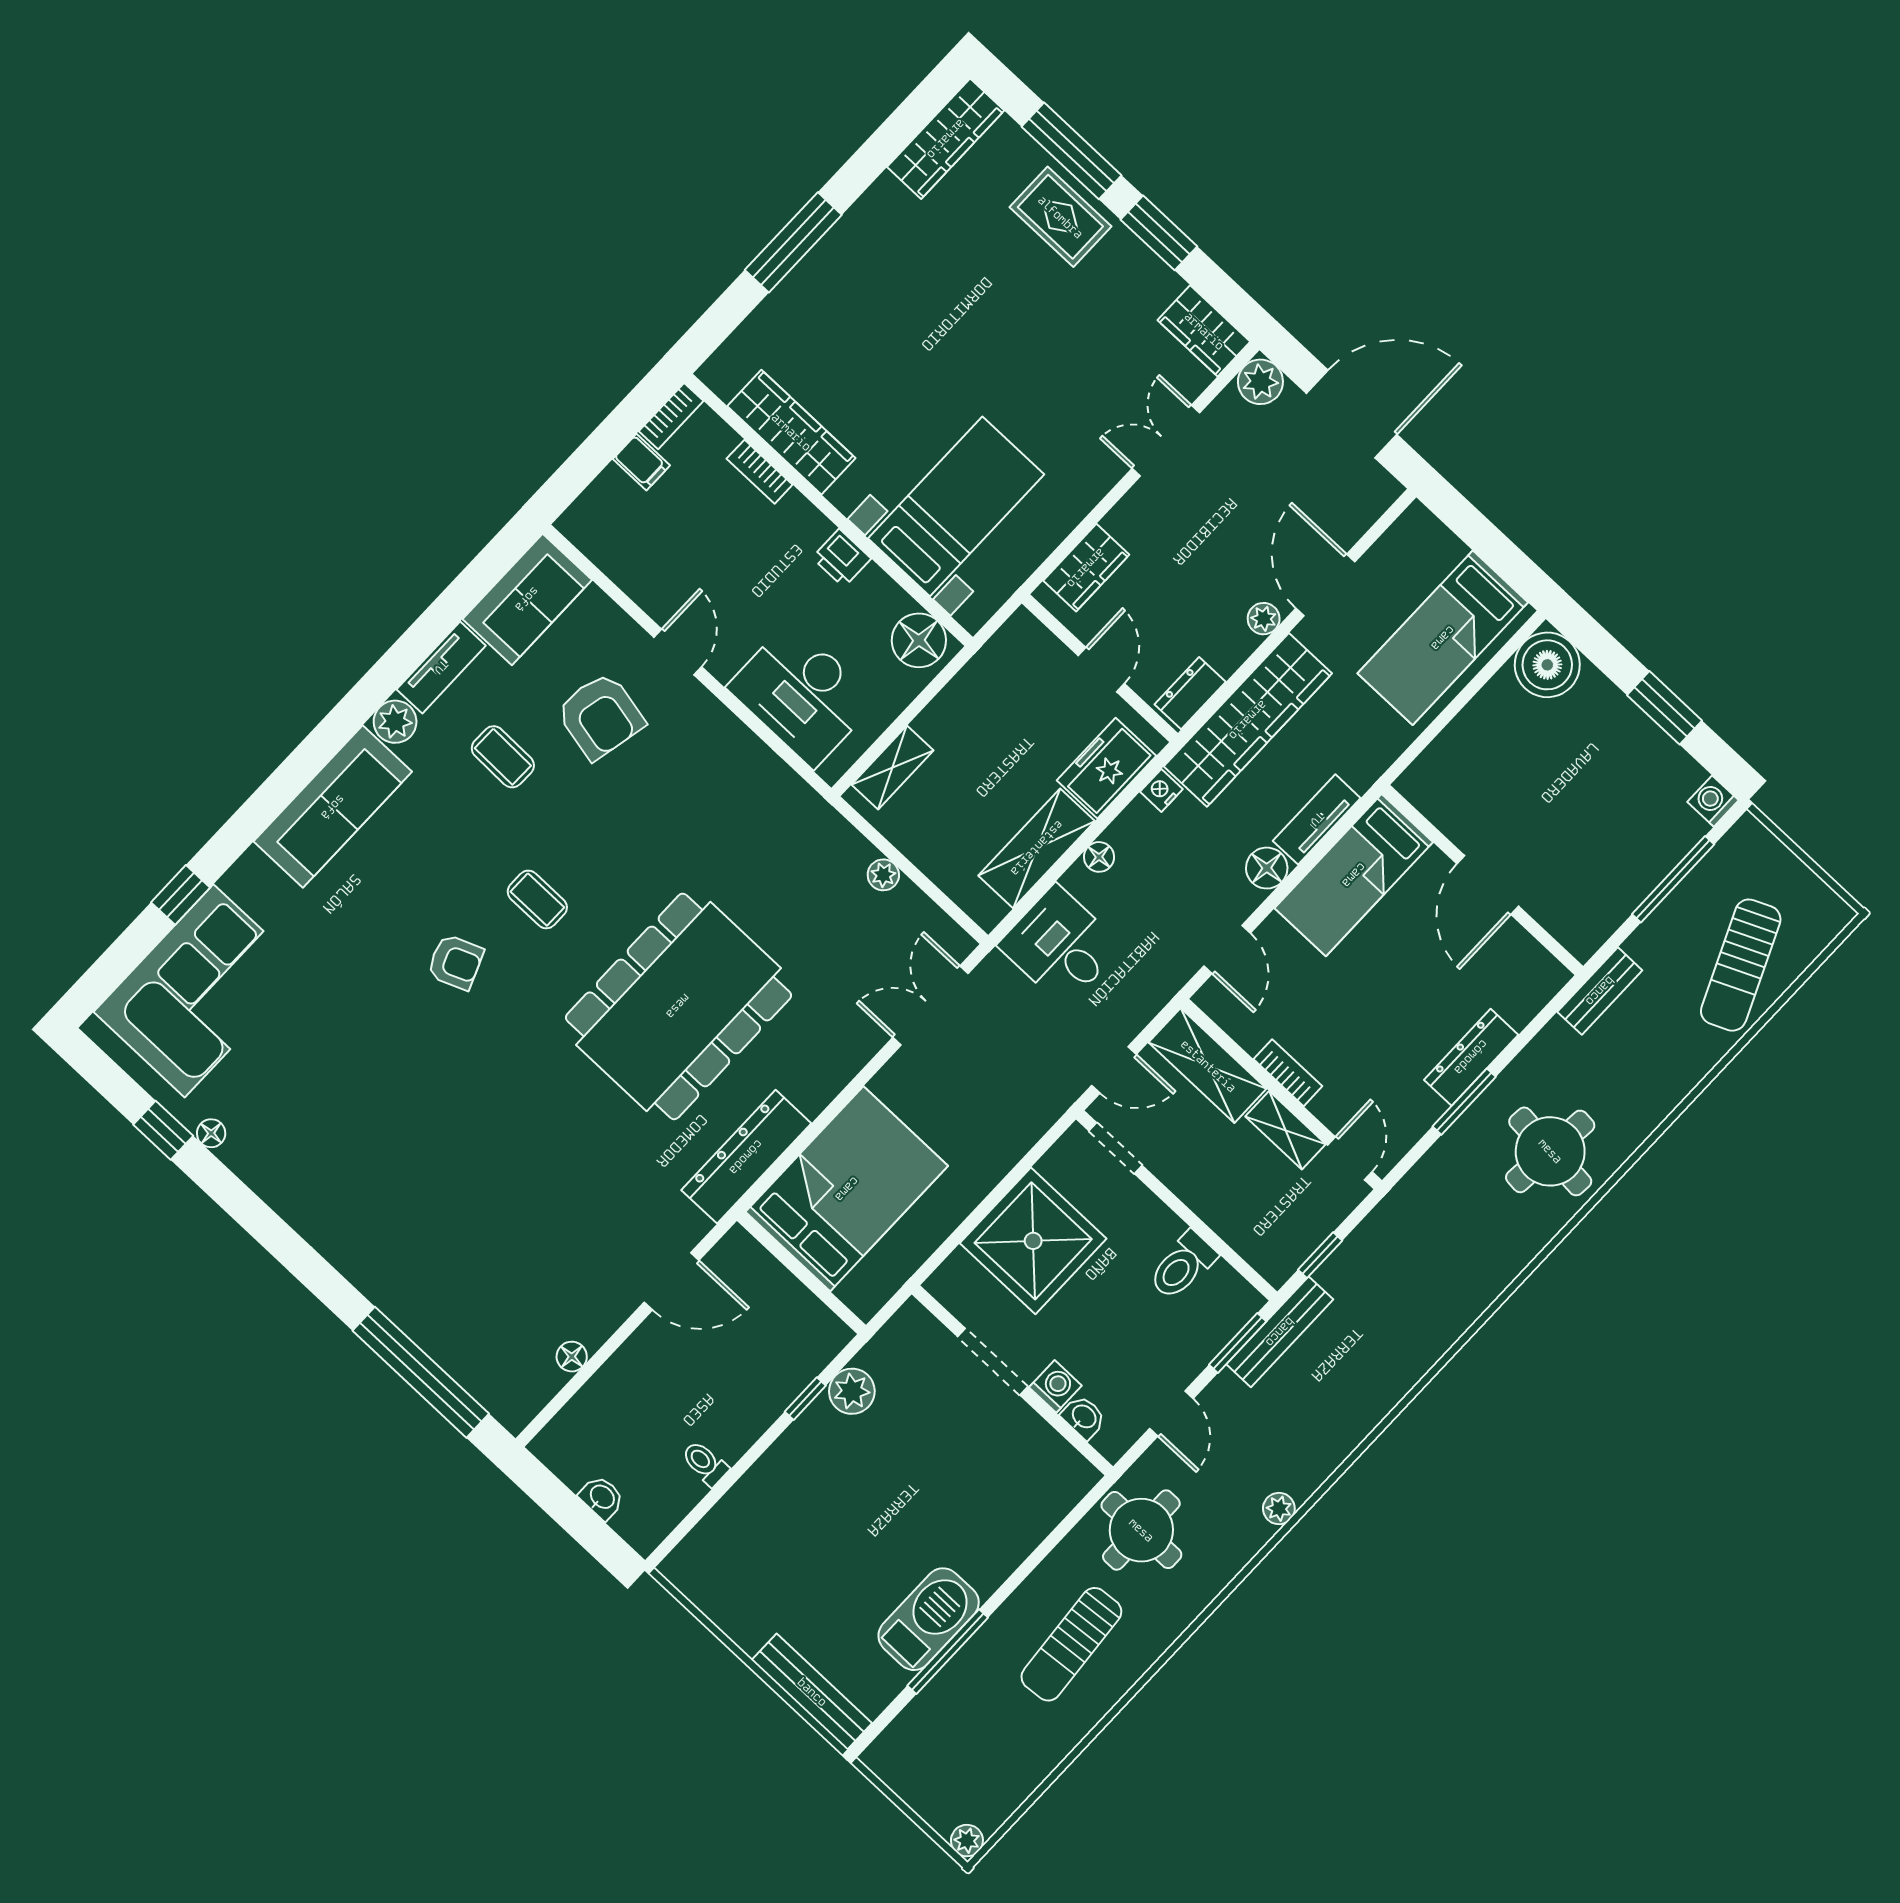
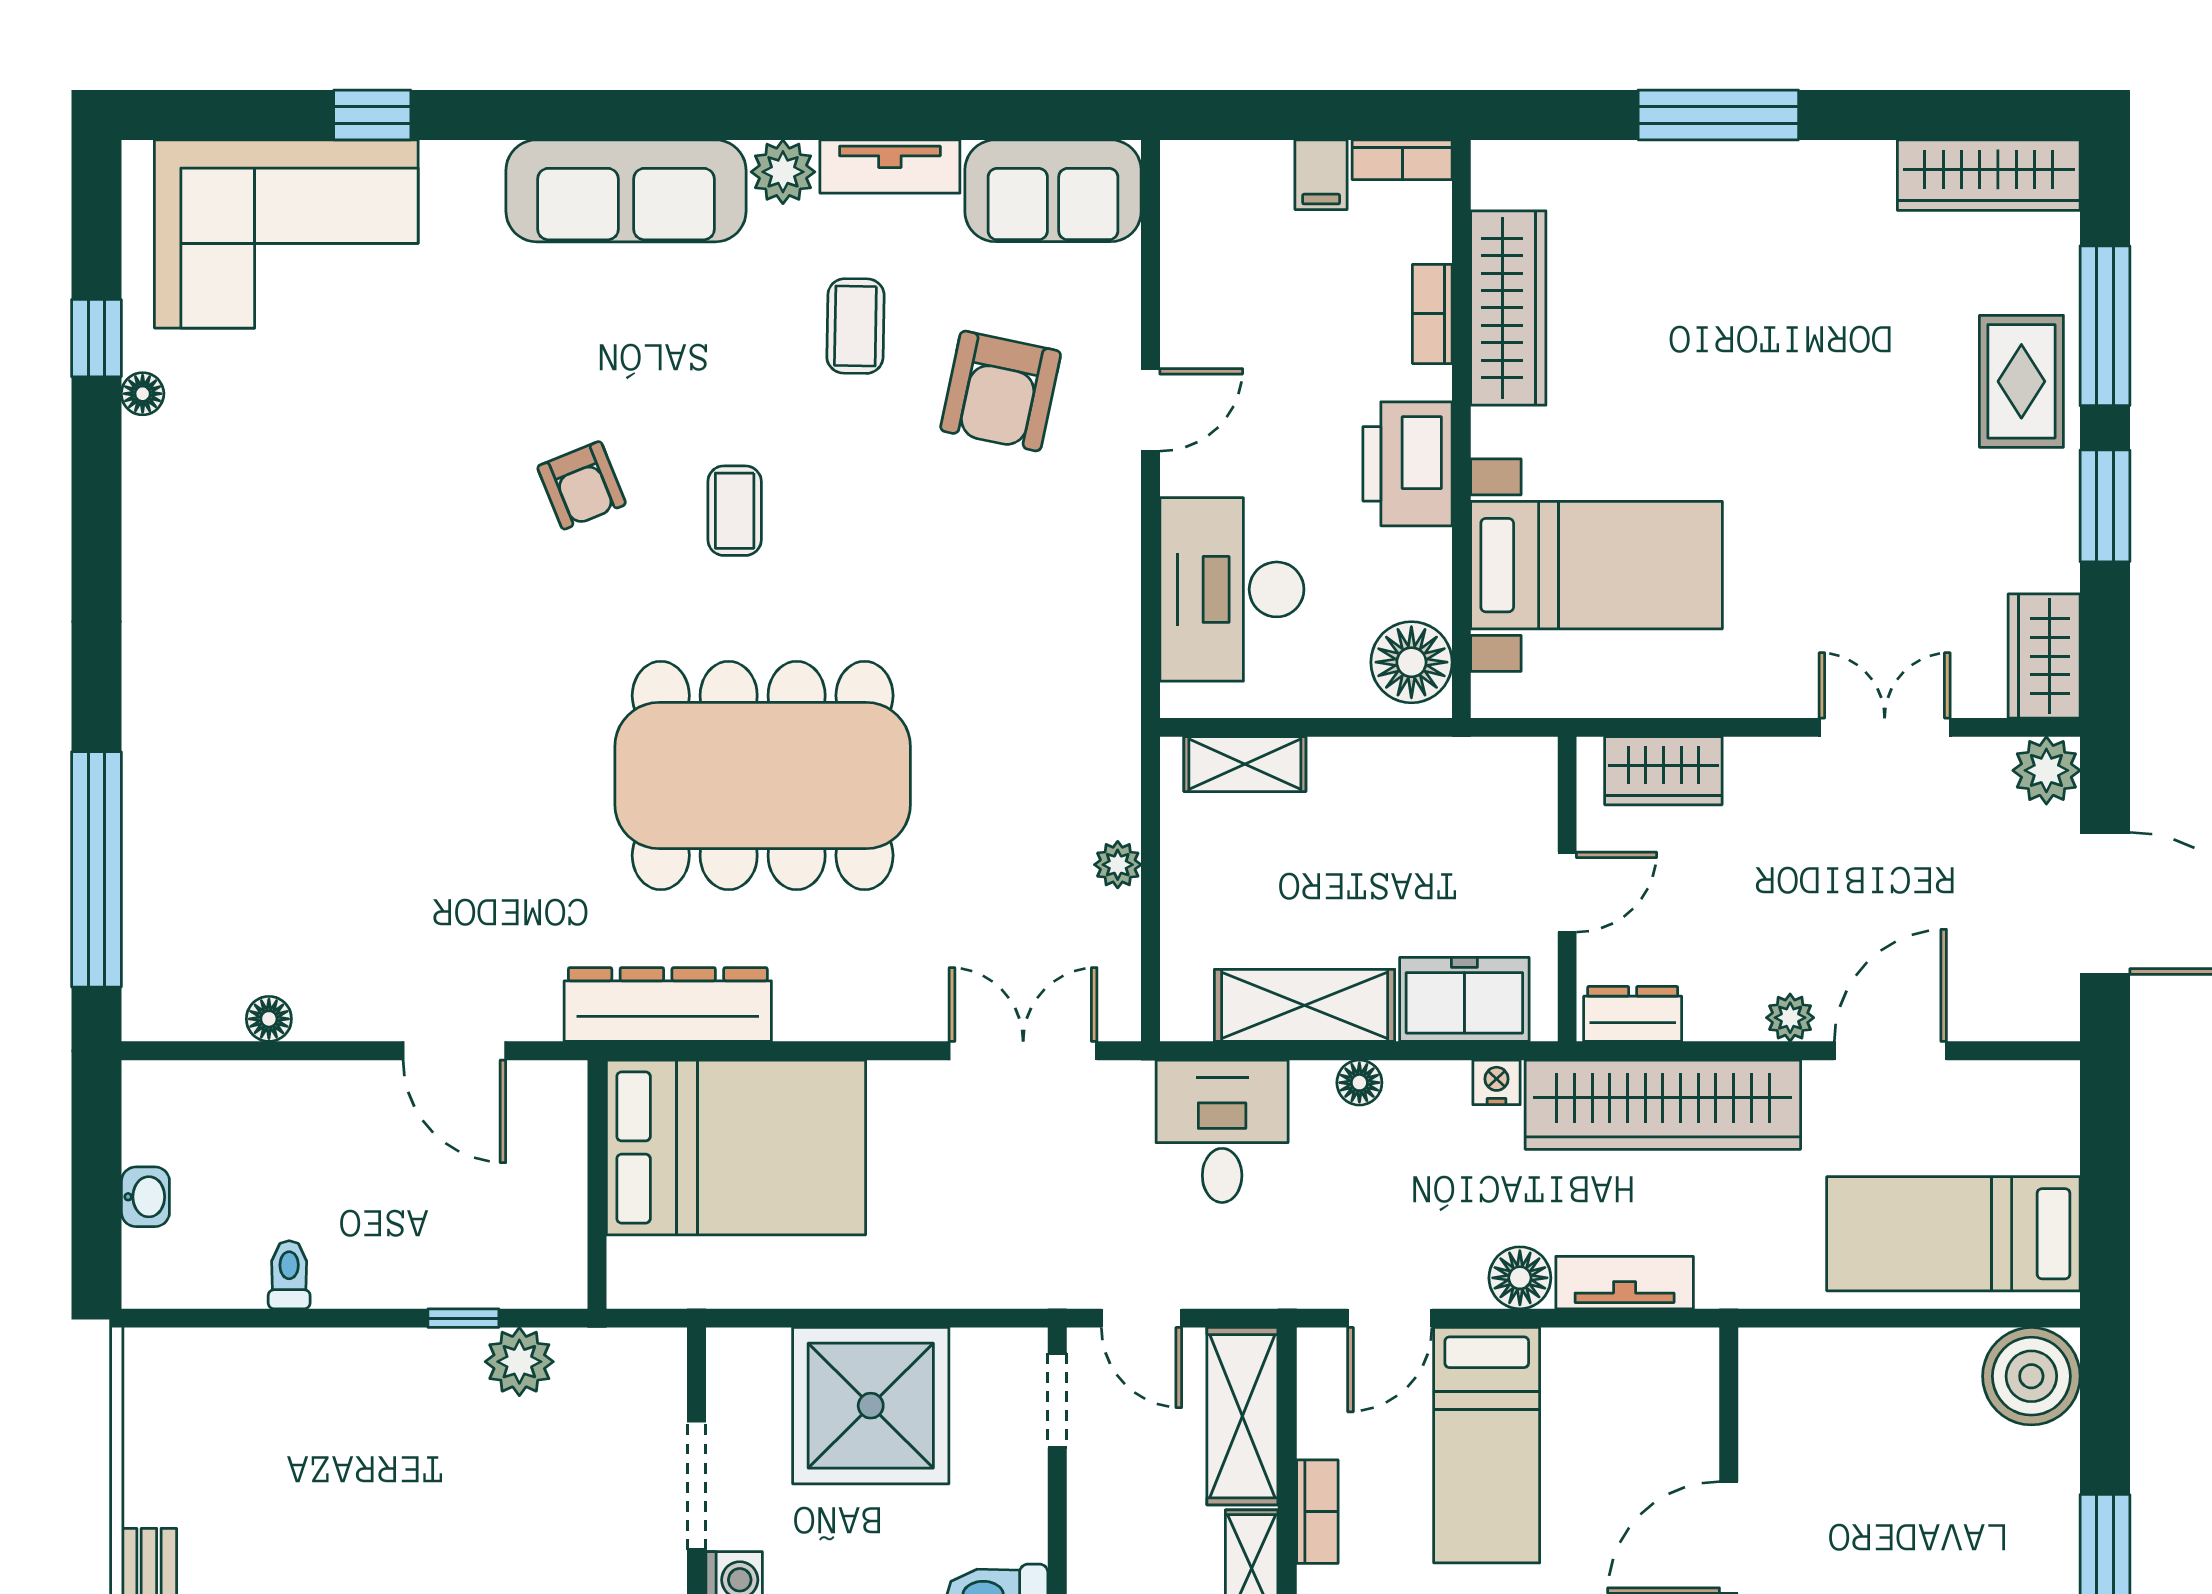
printer: (842, 558) -> (1408, 464), width x1.87, depth x1.48
bed: (1354, 875) -> (1487, 1445), moved, turned -90

